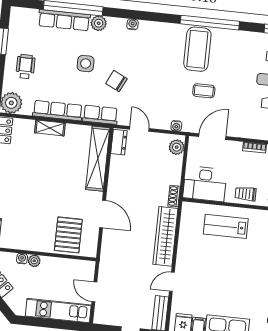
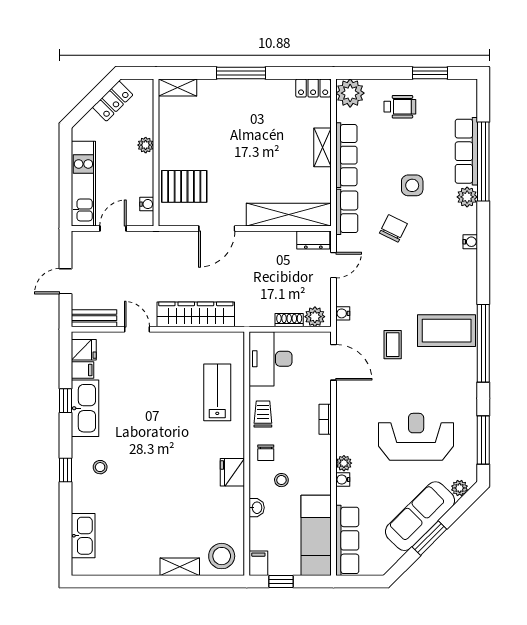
shoe rack: (174, 196) -> (289, 320), moved
water cooler: (22, 259) -> (147, 204), moved

